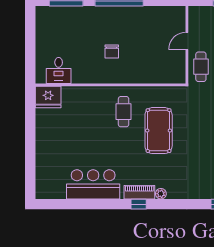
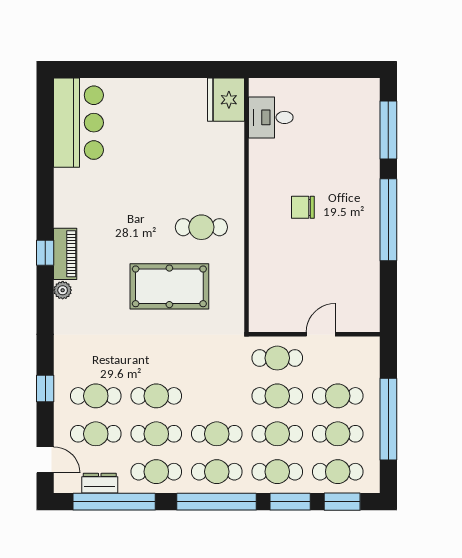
door: (187, 41) -> (321, 334), hinge flipped
bar counter: (93, 184) -> (78, 123), moved

